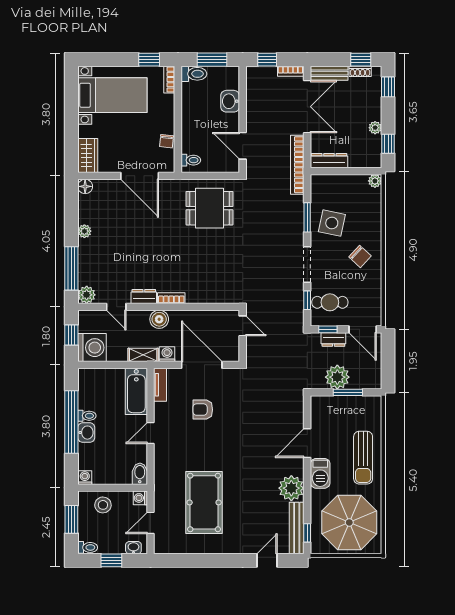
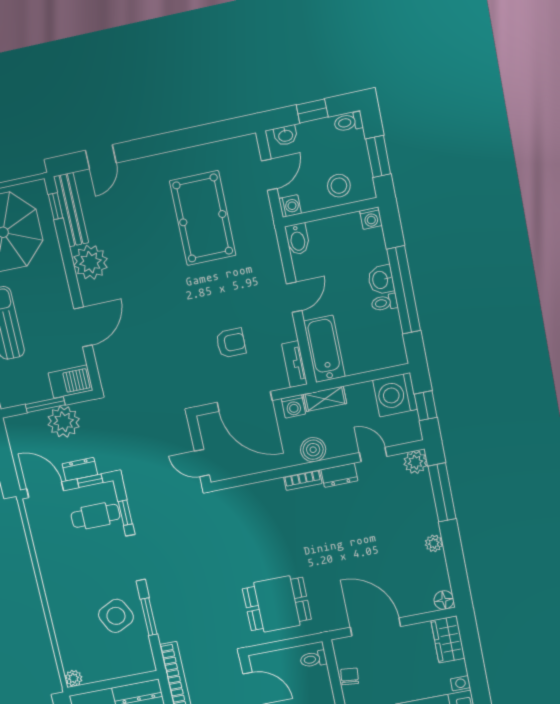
side table: (332, 223) -> (116, 616), turned -38
chair: (360, 256) -> (70, 581), removed
barbecue: (320, 473) -> (71, 382), moved, turned 90

